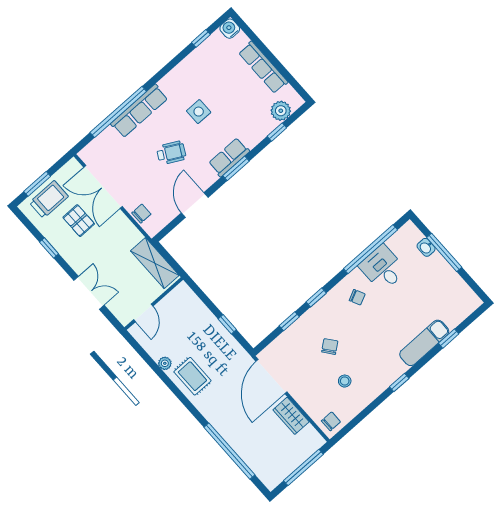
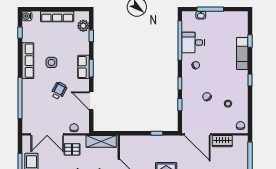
row of seats: (139, 111) -> (28, 61), moved
pallet: (79, 221) -> (72, 149), moved

